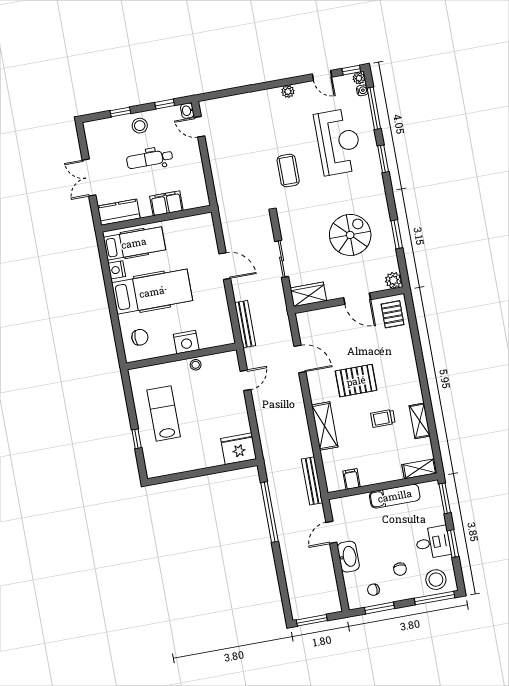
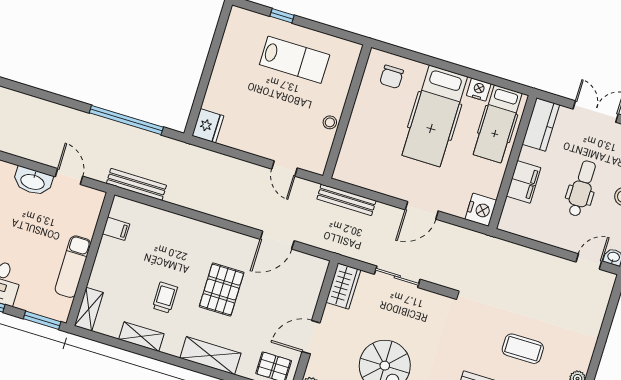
coffee table: (288, 171) -> (523, 349), moved
nightstand: (186, 342) -> (481, 210), moved, turned 180
shelving: (325, 426) -> (210, 356), moved
fridge: (239, 449) -> (208, 126), width x0.73, depth x0.75

